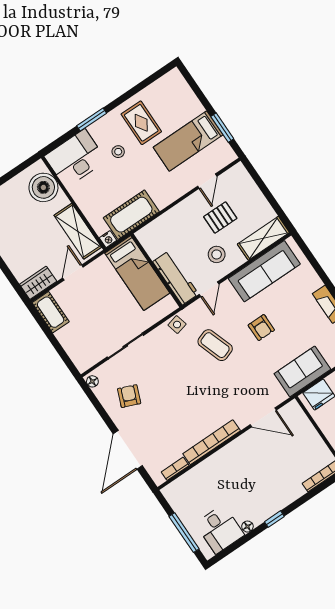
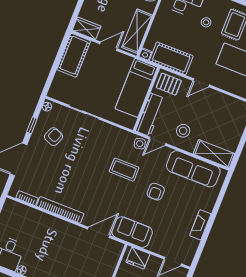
door: (207, 181) -> (201, 83), moved
pallet: (220, 218) -> (169, 84), moved
cot: (51, 312) -> (74, 55), width x1.37, depth x1.34
side table: (177, 325) -> (140, 144), moved
coffee table: (215, 345) -> (124, 170), turned -71
sofa: (302, 371) -> (132, 232), moved
window: (101, 411) -> (32, 125), added
door: (263, 417) -> (99, 232), swing flipped

